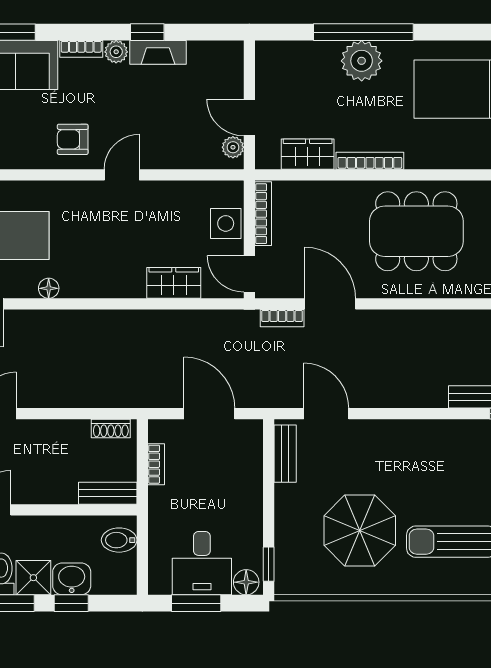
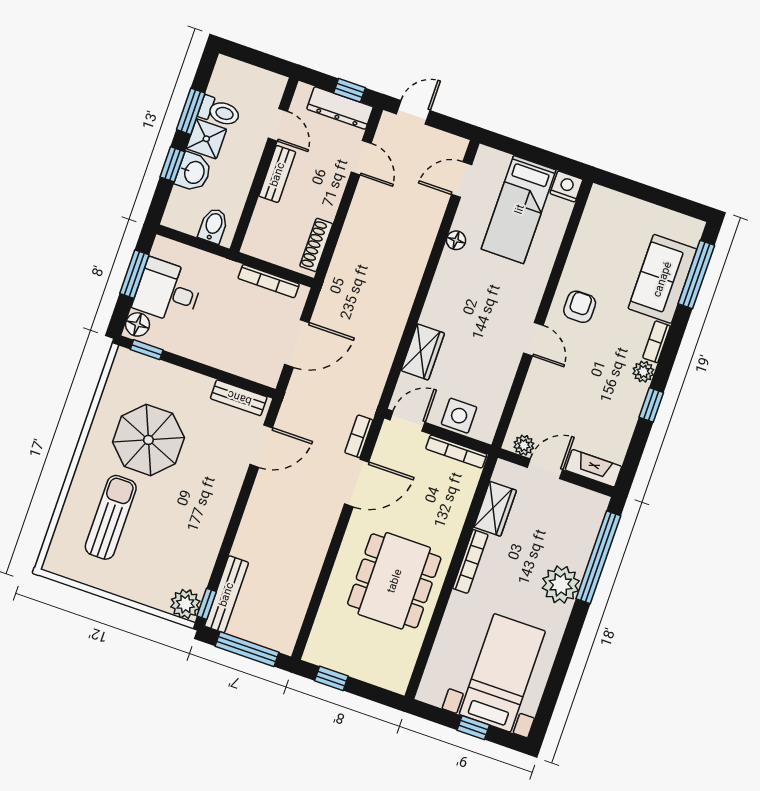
window: (363, 32) -> (598, 557), moved
fireplace: (158, 52) -> (593, 468), moved, turned 90
shoe rack: (111, 429) -> (316, 245), width x1.43
bookcase: (156, 464) -> (269, 281), width x1.56
bench: (108, 493) -> (277, 174), moved

